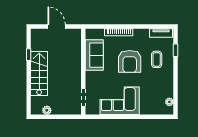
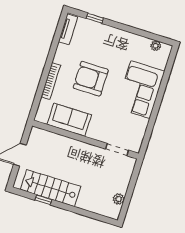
coffee table: (157, 59) -> (99, 45), removed
armchair: (130, 61) -> (91, 79), turned 180
stairs: (39, 74) -> (51, 188), moved
corner sofa: (120, 101) -> (140, 90), moved

